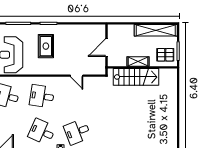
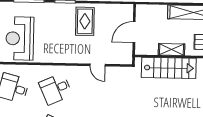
rug: (46, 46) -> (85, 21), moved
desk: (42, 96) -> (56, 89), turned -33

